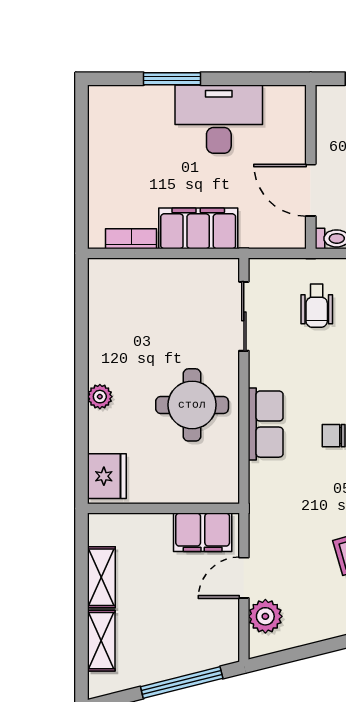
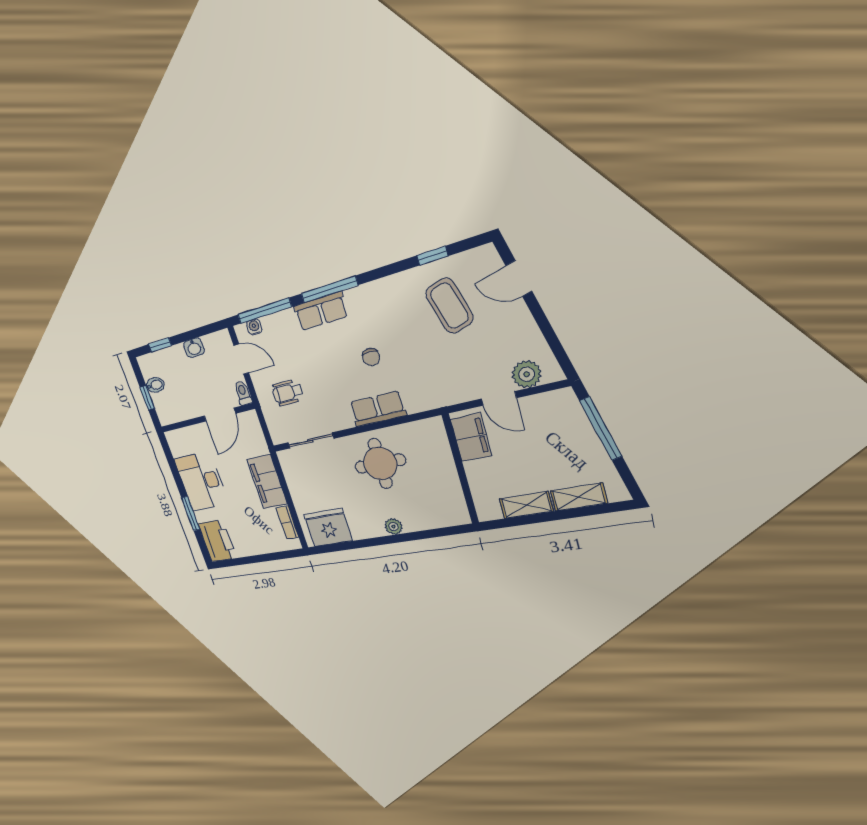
printer: (121, 109) -> (217, 541), added
wheelchair: (317, 306) -> (288, 393), turned 180
fridge: (107, 476) -> (328, 528), moved, width x1.36, depth x1.34

